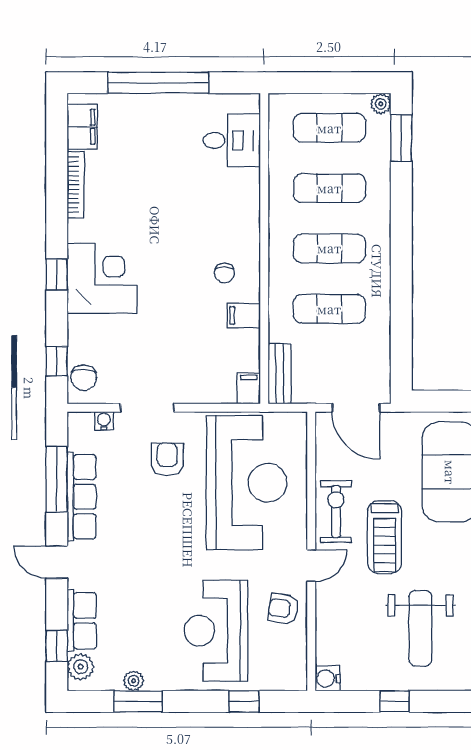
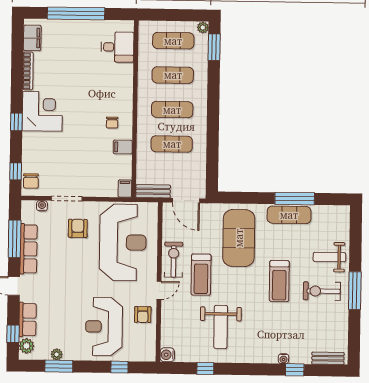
corner desk: (102, 278) -> (42, 111), moved
bench: (280, 374) -> (153, 191), moved, turned 90
armchair: (283, 609) -> (143, 315), turned -98

